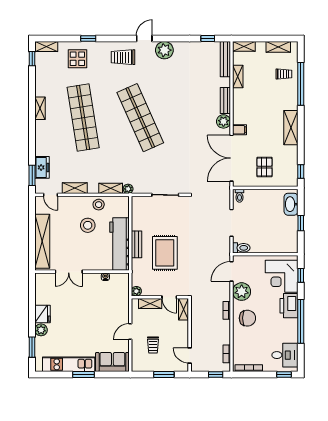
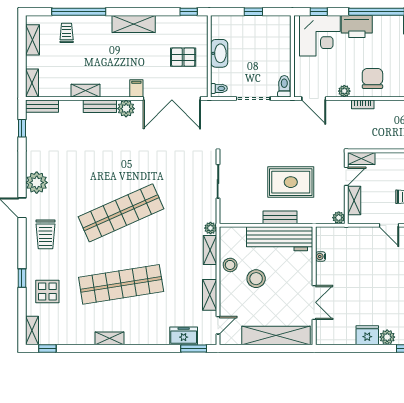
bench: (225, 59) -> (42, 106), width x0.73
shelving: (238, 76) -> (85, 91), moved
washbasin: (291, 204) -> (219, 53), moved, turned -90
plant: (242, 292) -> (344, 91), width x0.53, depth x0.53

